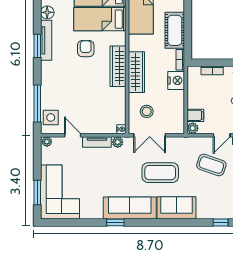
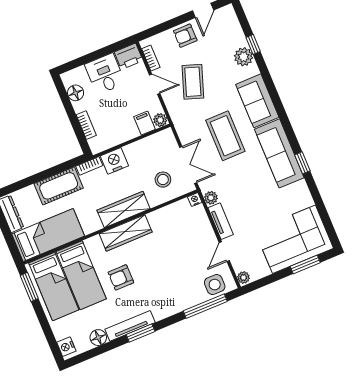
plant: (214, 211) -> (244, 57), added

